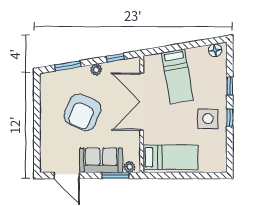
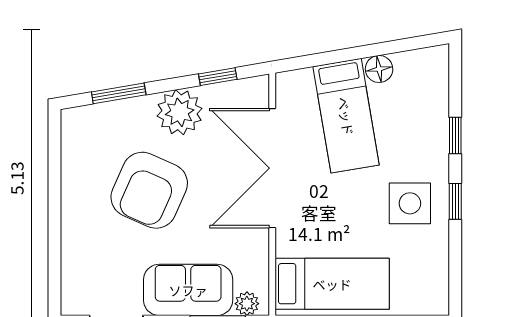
floor lamp: (215, 50) -> (379, 69), moved
plant: (96, 70) -> (180, 112), width x1.87, depth x1.87

